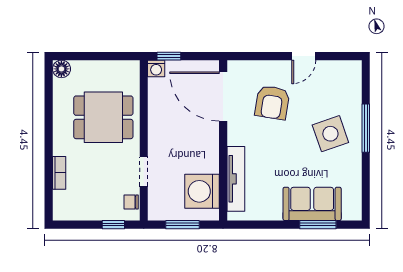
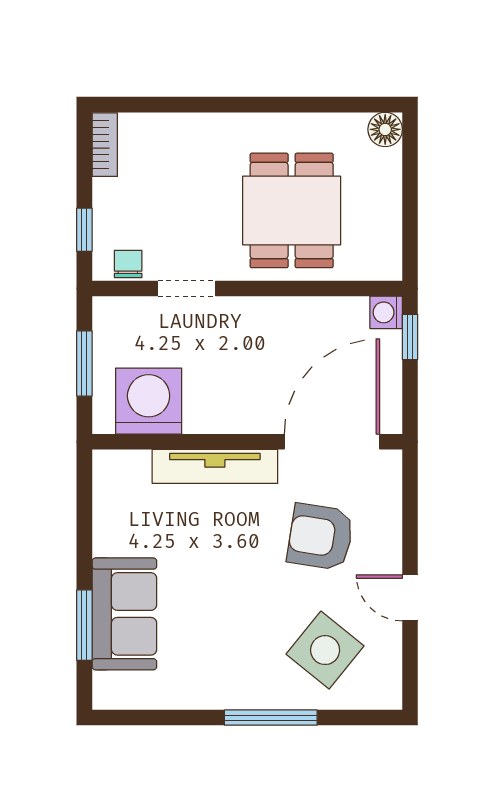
side table: (330, 134) -> (325, 650), moved, turned -32
bookcase: (59, 173) -> (105, 145), moved, turned -90
tv unit: (236, 179) -> (215, 466), moved

